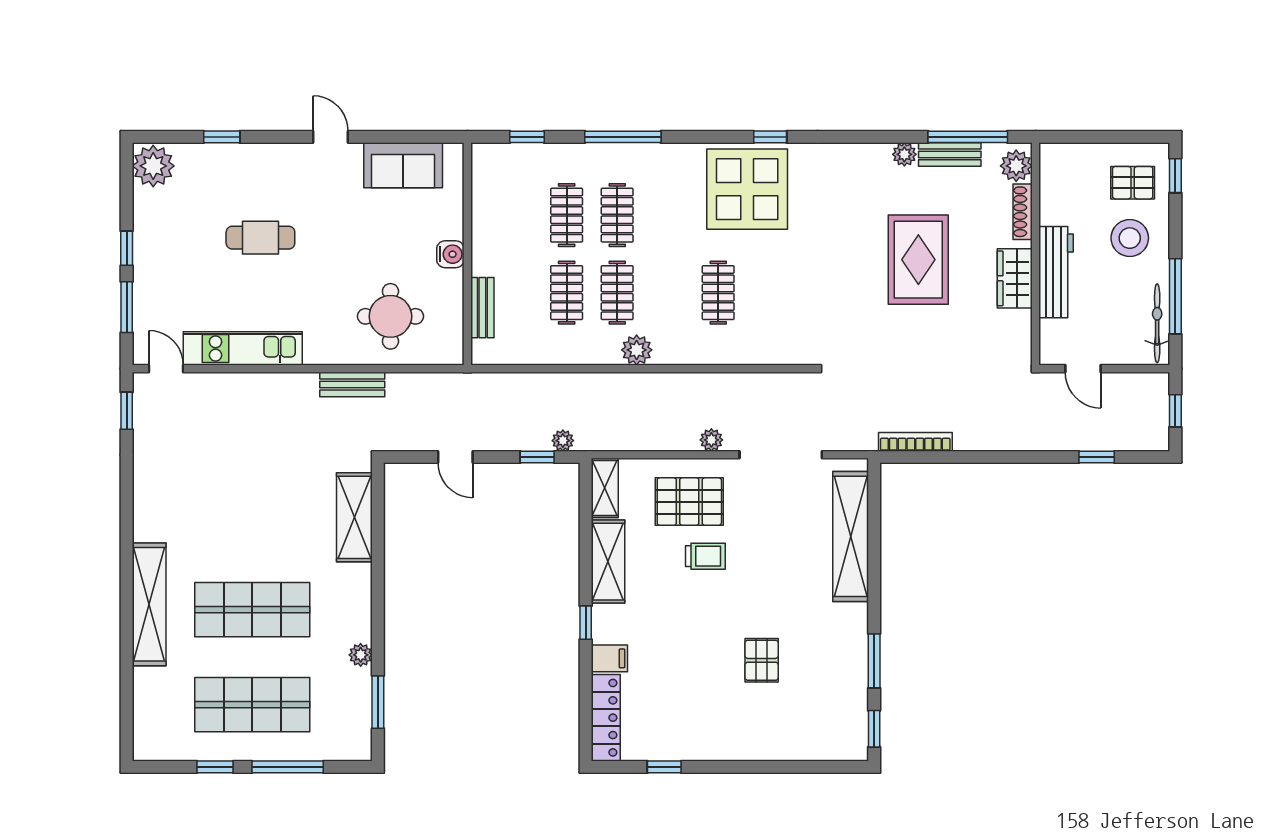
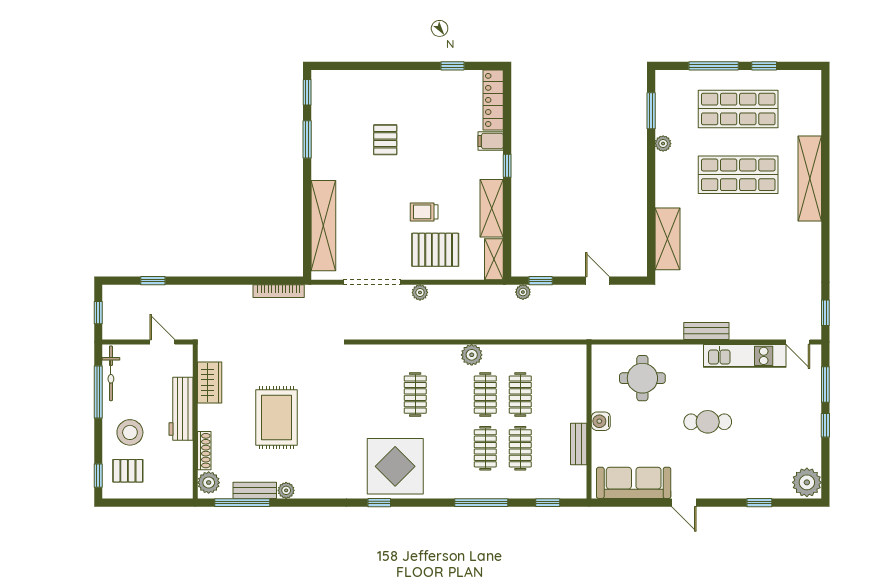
sofa: (403, 165) -> (634, 483), width x1.36
cafe table: (260, 238) -> (708, 422), moved
wardrobe: (1015, 278) -> (210, 382), moved
bench: (482, 308) -> (579, 444), moved
bench: (352, 384) -> (706, 331), moved

